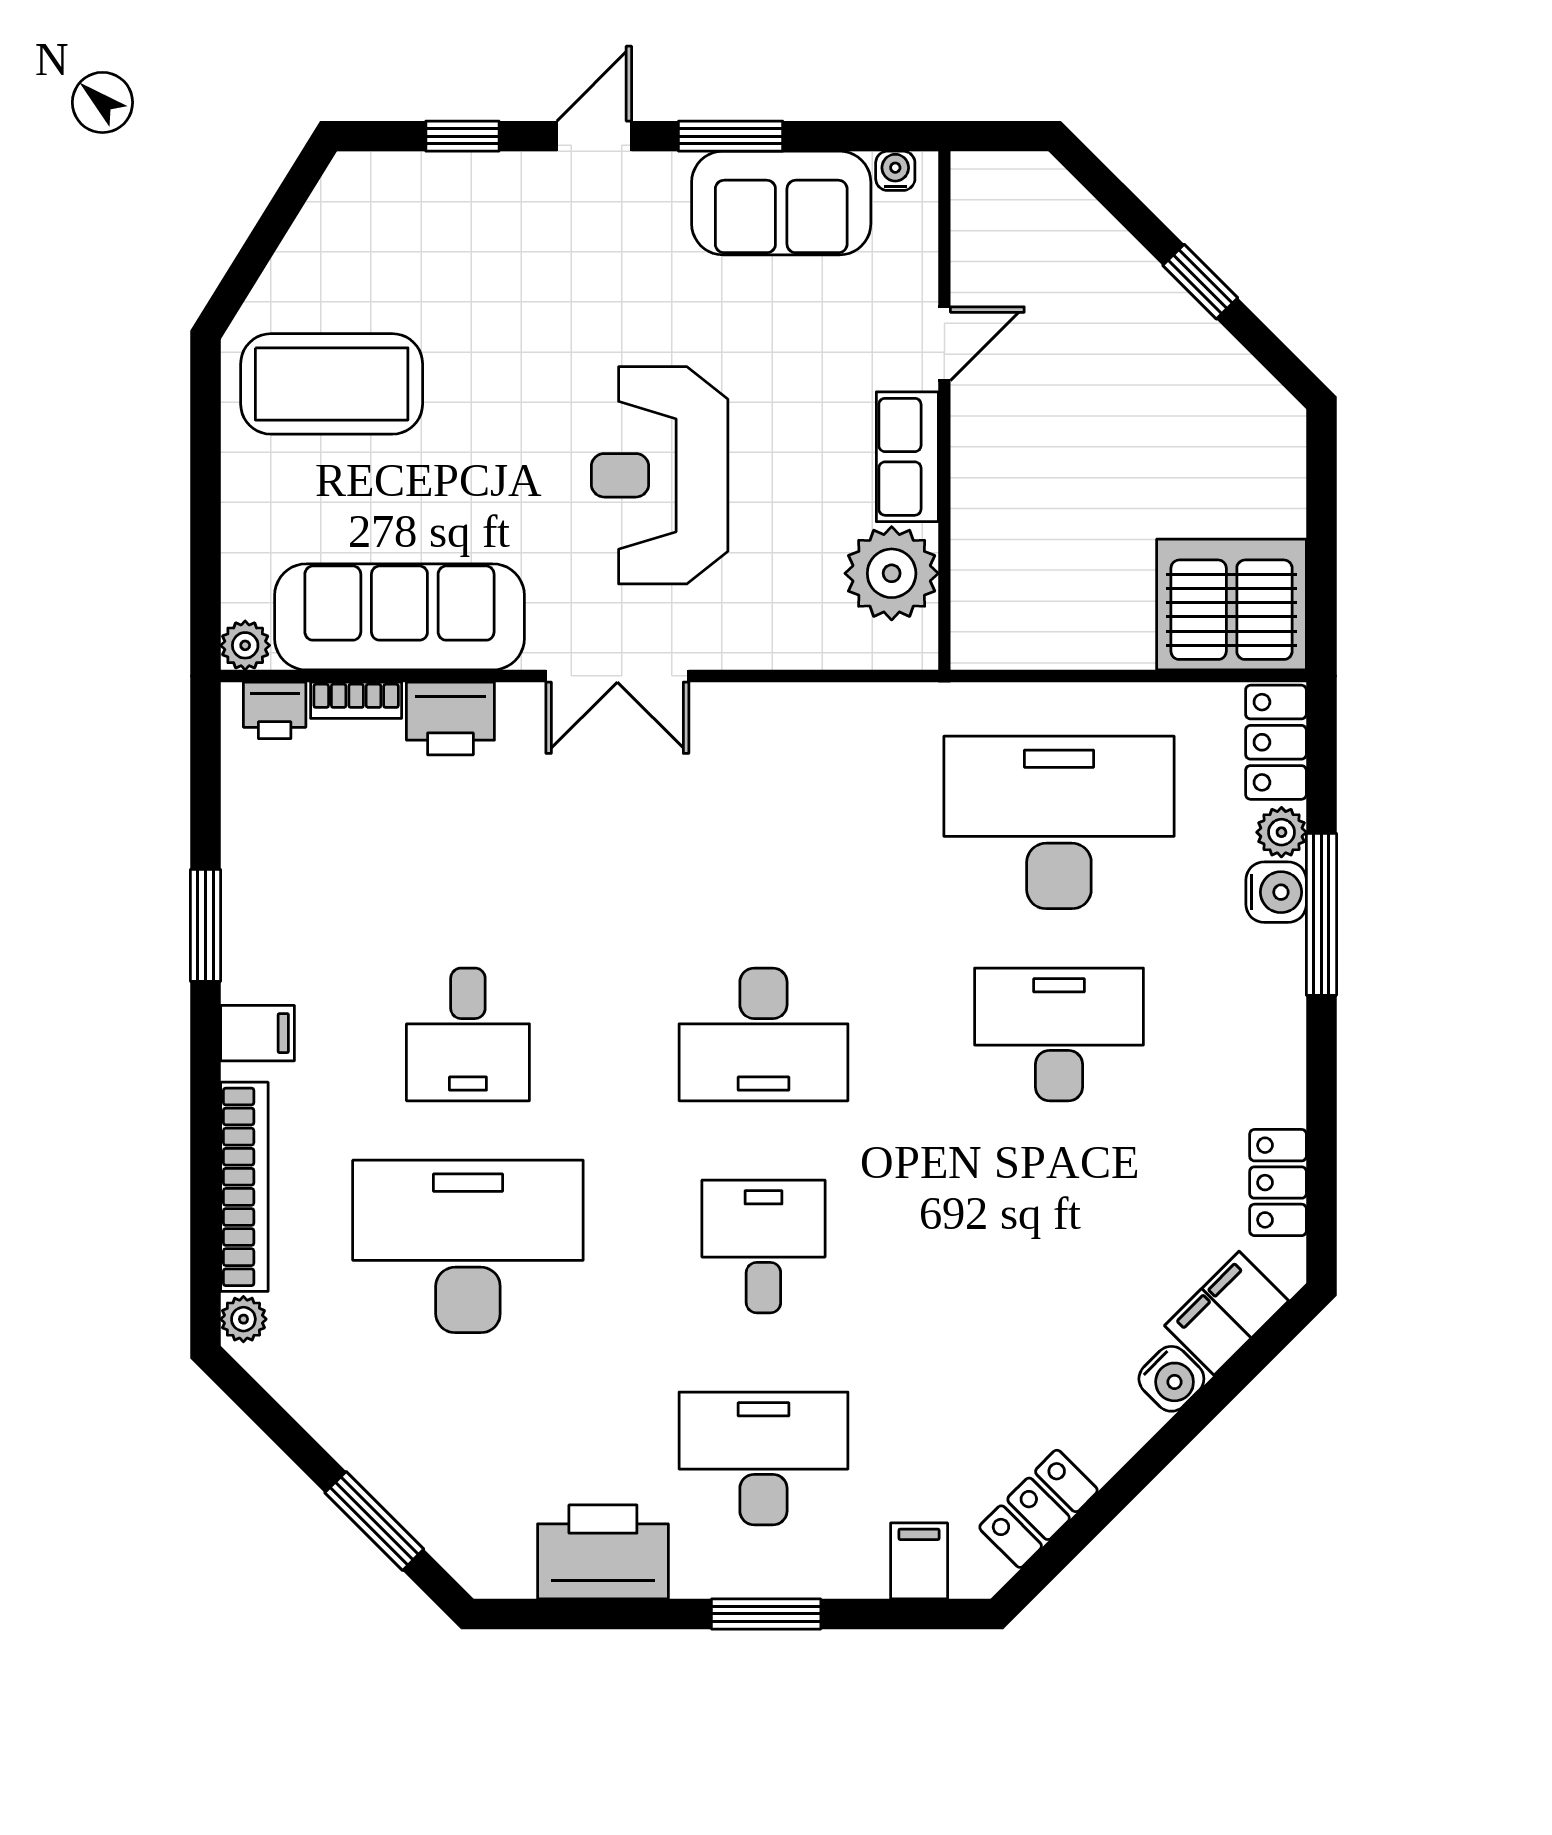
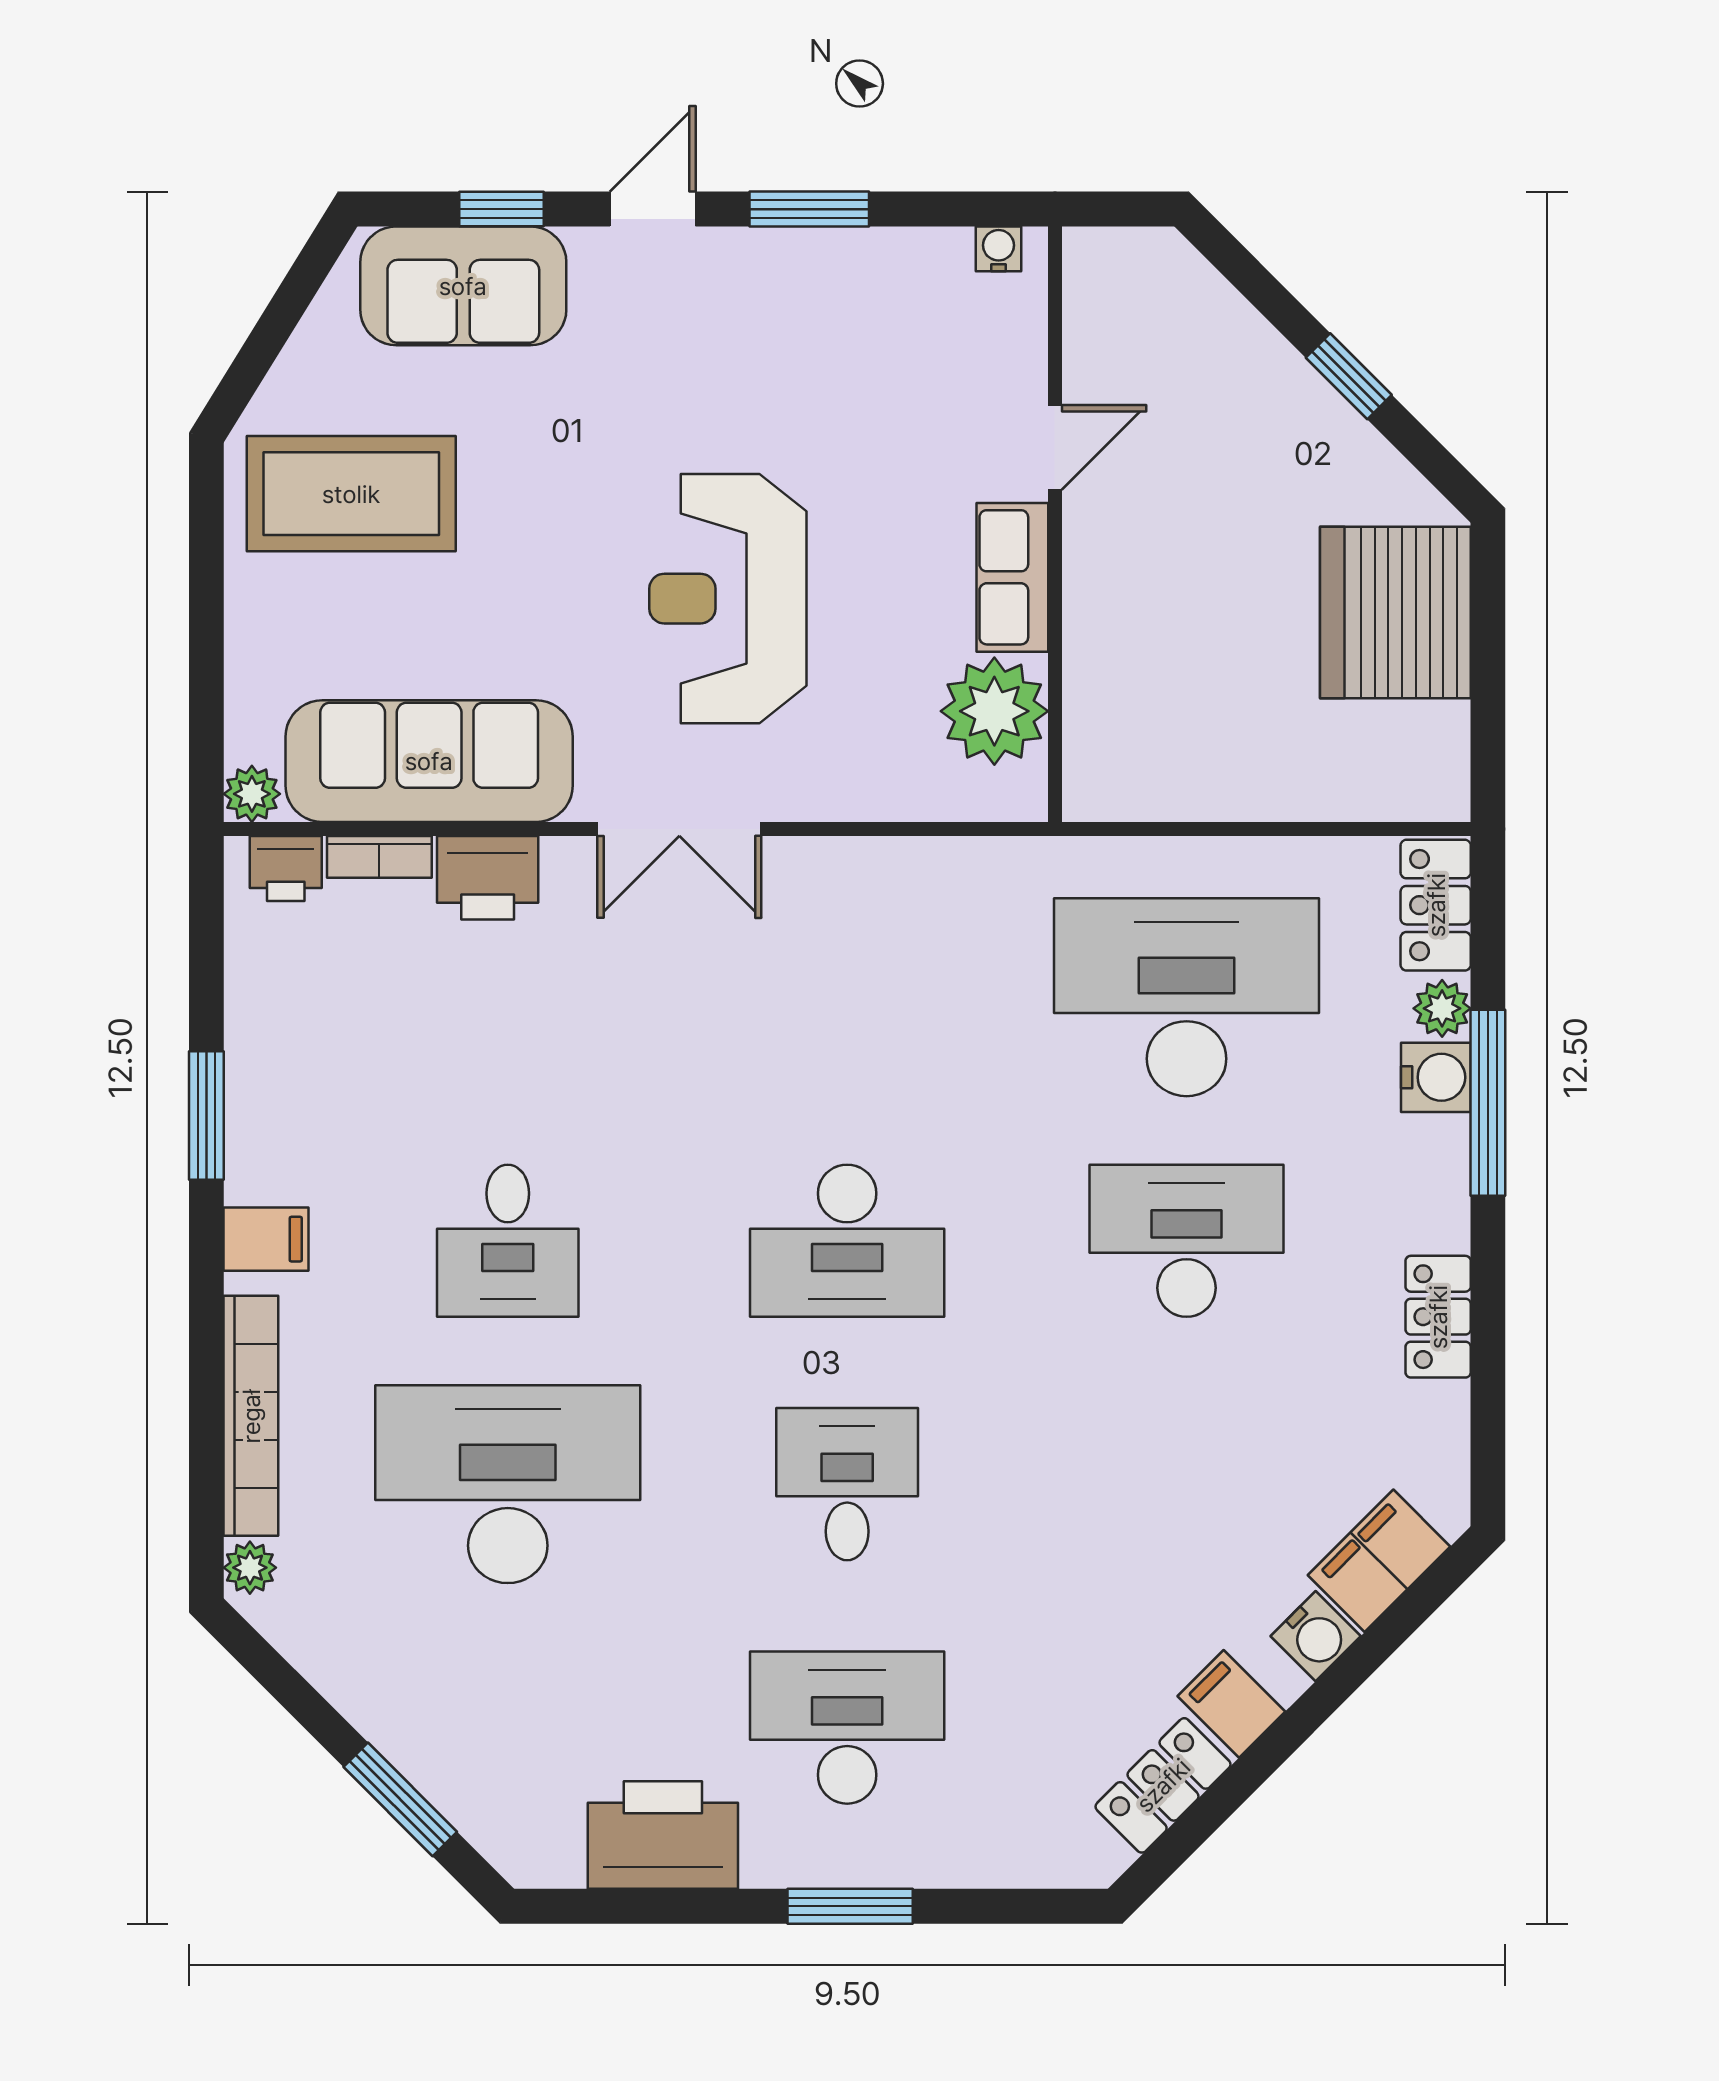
sofa: (781, 203) -> (463, 286), moved
server rack: (1232, 604) -> (1395, 613), moved, turned -90
locker: (1278, 1183) -> (1438, 1317), moved
filing cabinet: (919, 1561) -> (1231, 1704), moved, turned -45

